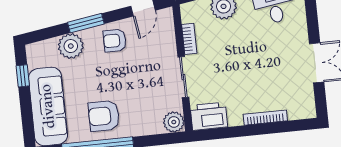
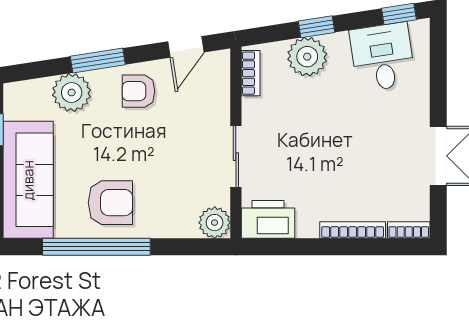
bookcase: (189, 39) -> (251, 73), moved
bookcase: (302, 114) -> (409, 230), added
armchair: (104, 116) -> (110, 203), turned 180

